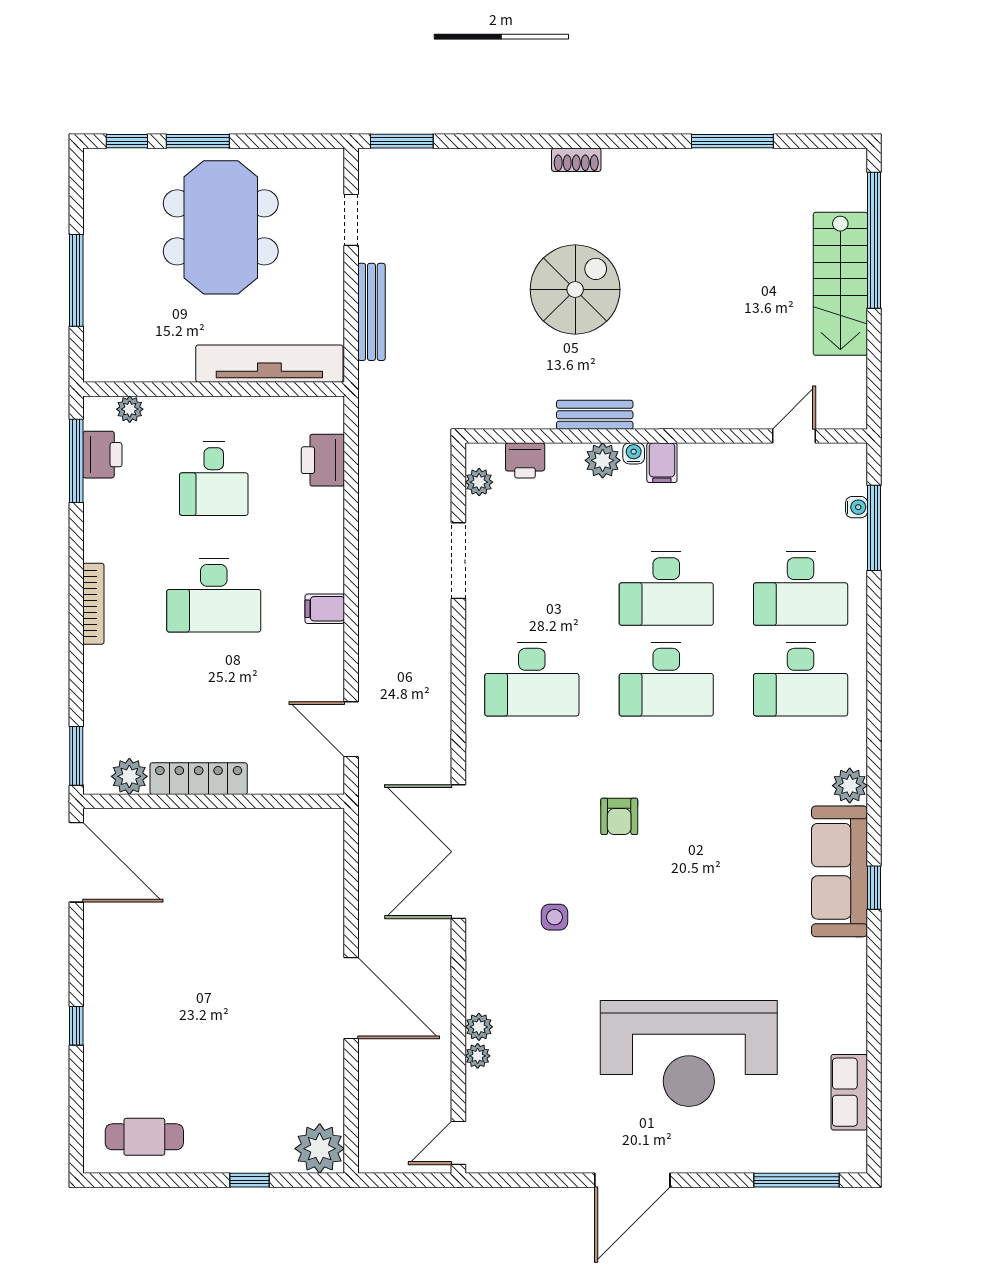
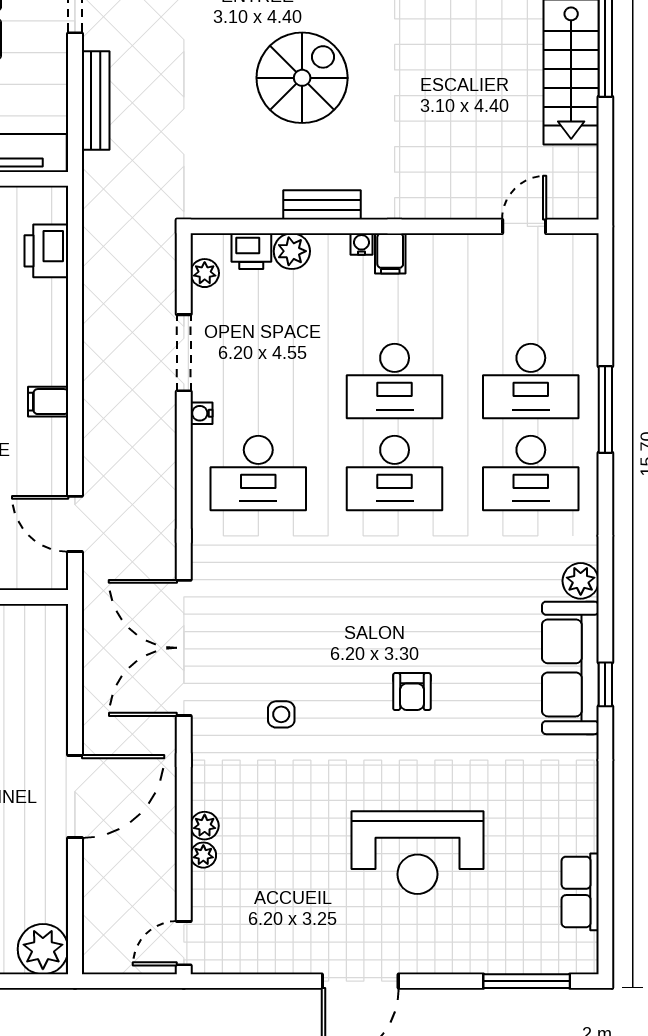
plant: (603, 460) -> (292, 251), moved
water cooler: (857, 507) -> (202, 413), moved, turned 180
window: (874, 528) -> (605, 409), moved
armchair: (619, 816) -> (412, 692), moved
door: (351, 998) -> (75, 796), hinge flipped
reception desk: (689, 1053) -> (417, 853), width x0.74, depth x0.77

